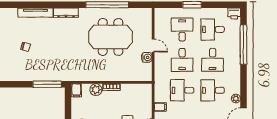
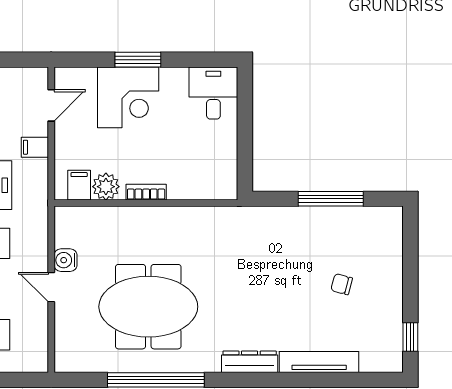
window: (47, 84) -> (331, 199), moved
filing cabinet: (76, 90) -> (79, 185), moved
plant: (96, 90) -> (106, 187), moved

